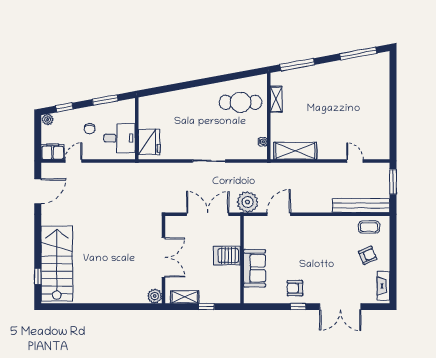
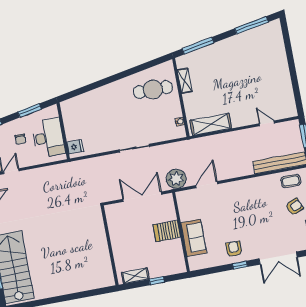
desk: (120, 138) -> (48, 138), width x1.37
fridge: (149, 142) -> (75, 147), width x0.53, depth x0.75
double door: (163, 257) -> (109, 243), removed
armchair: (295, 288) -> (234, 249), turned 90
plant: (155, 296) -> (108, 280), removed

